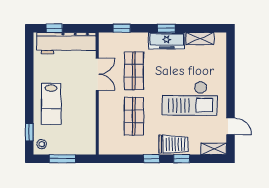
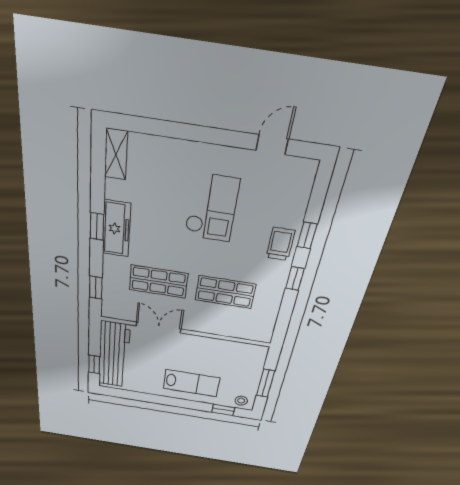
shelving: (200, 39) -> (116, 154), moved
checkout: (190, 98) -> (212, 208), width x0.73, depth x0.83
trolley: (173, 144) -> (280, 244), width x0.73, depth x0.72
shelving: (214, 149) -> (305, 181), removed

